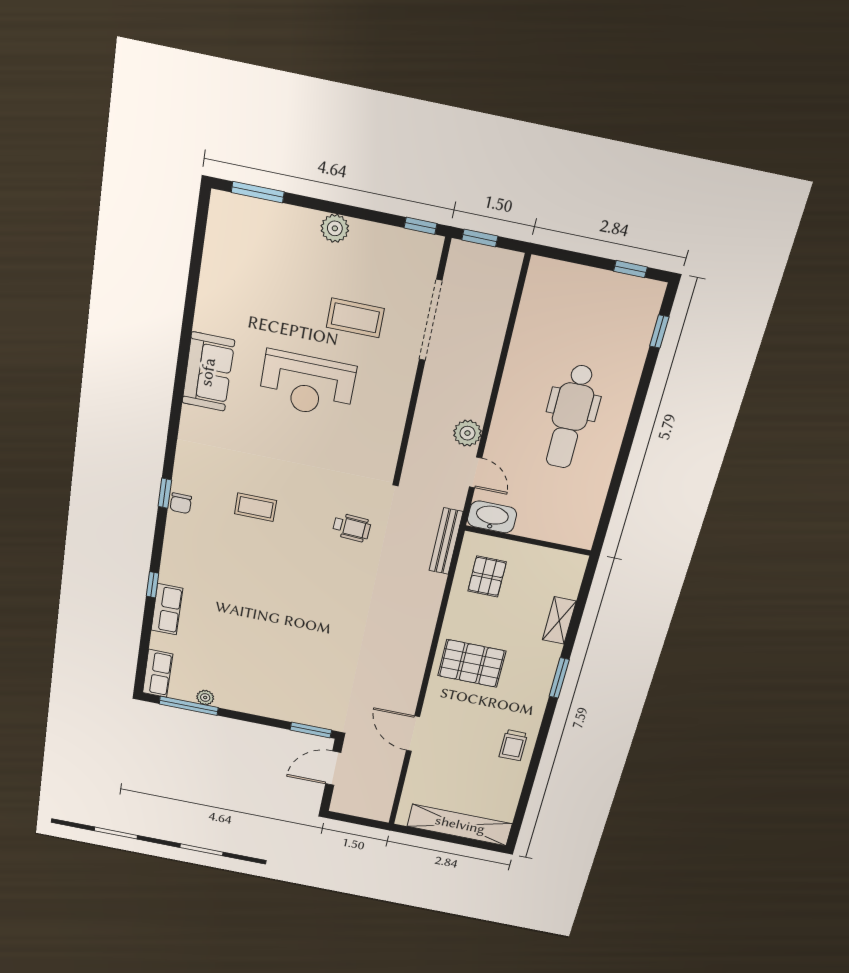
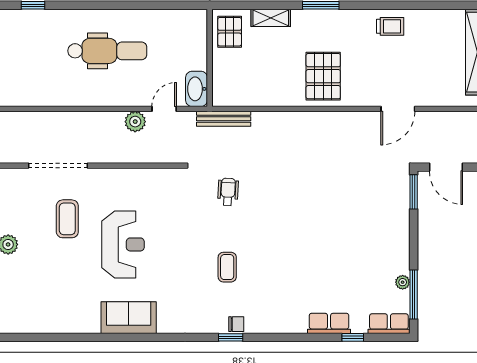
pallet: (487, 576) -> (230, 32), moved, turned 90
window: (152, 585) -> (353, 337), moved

